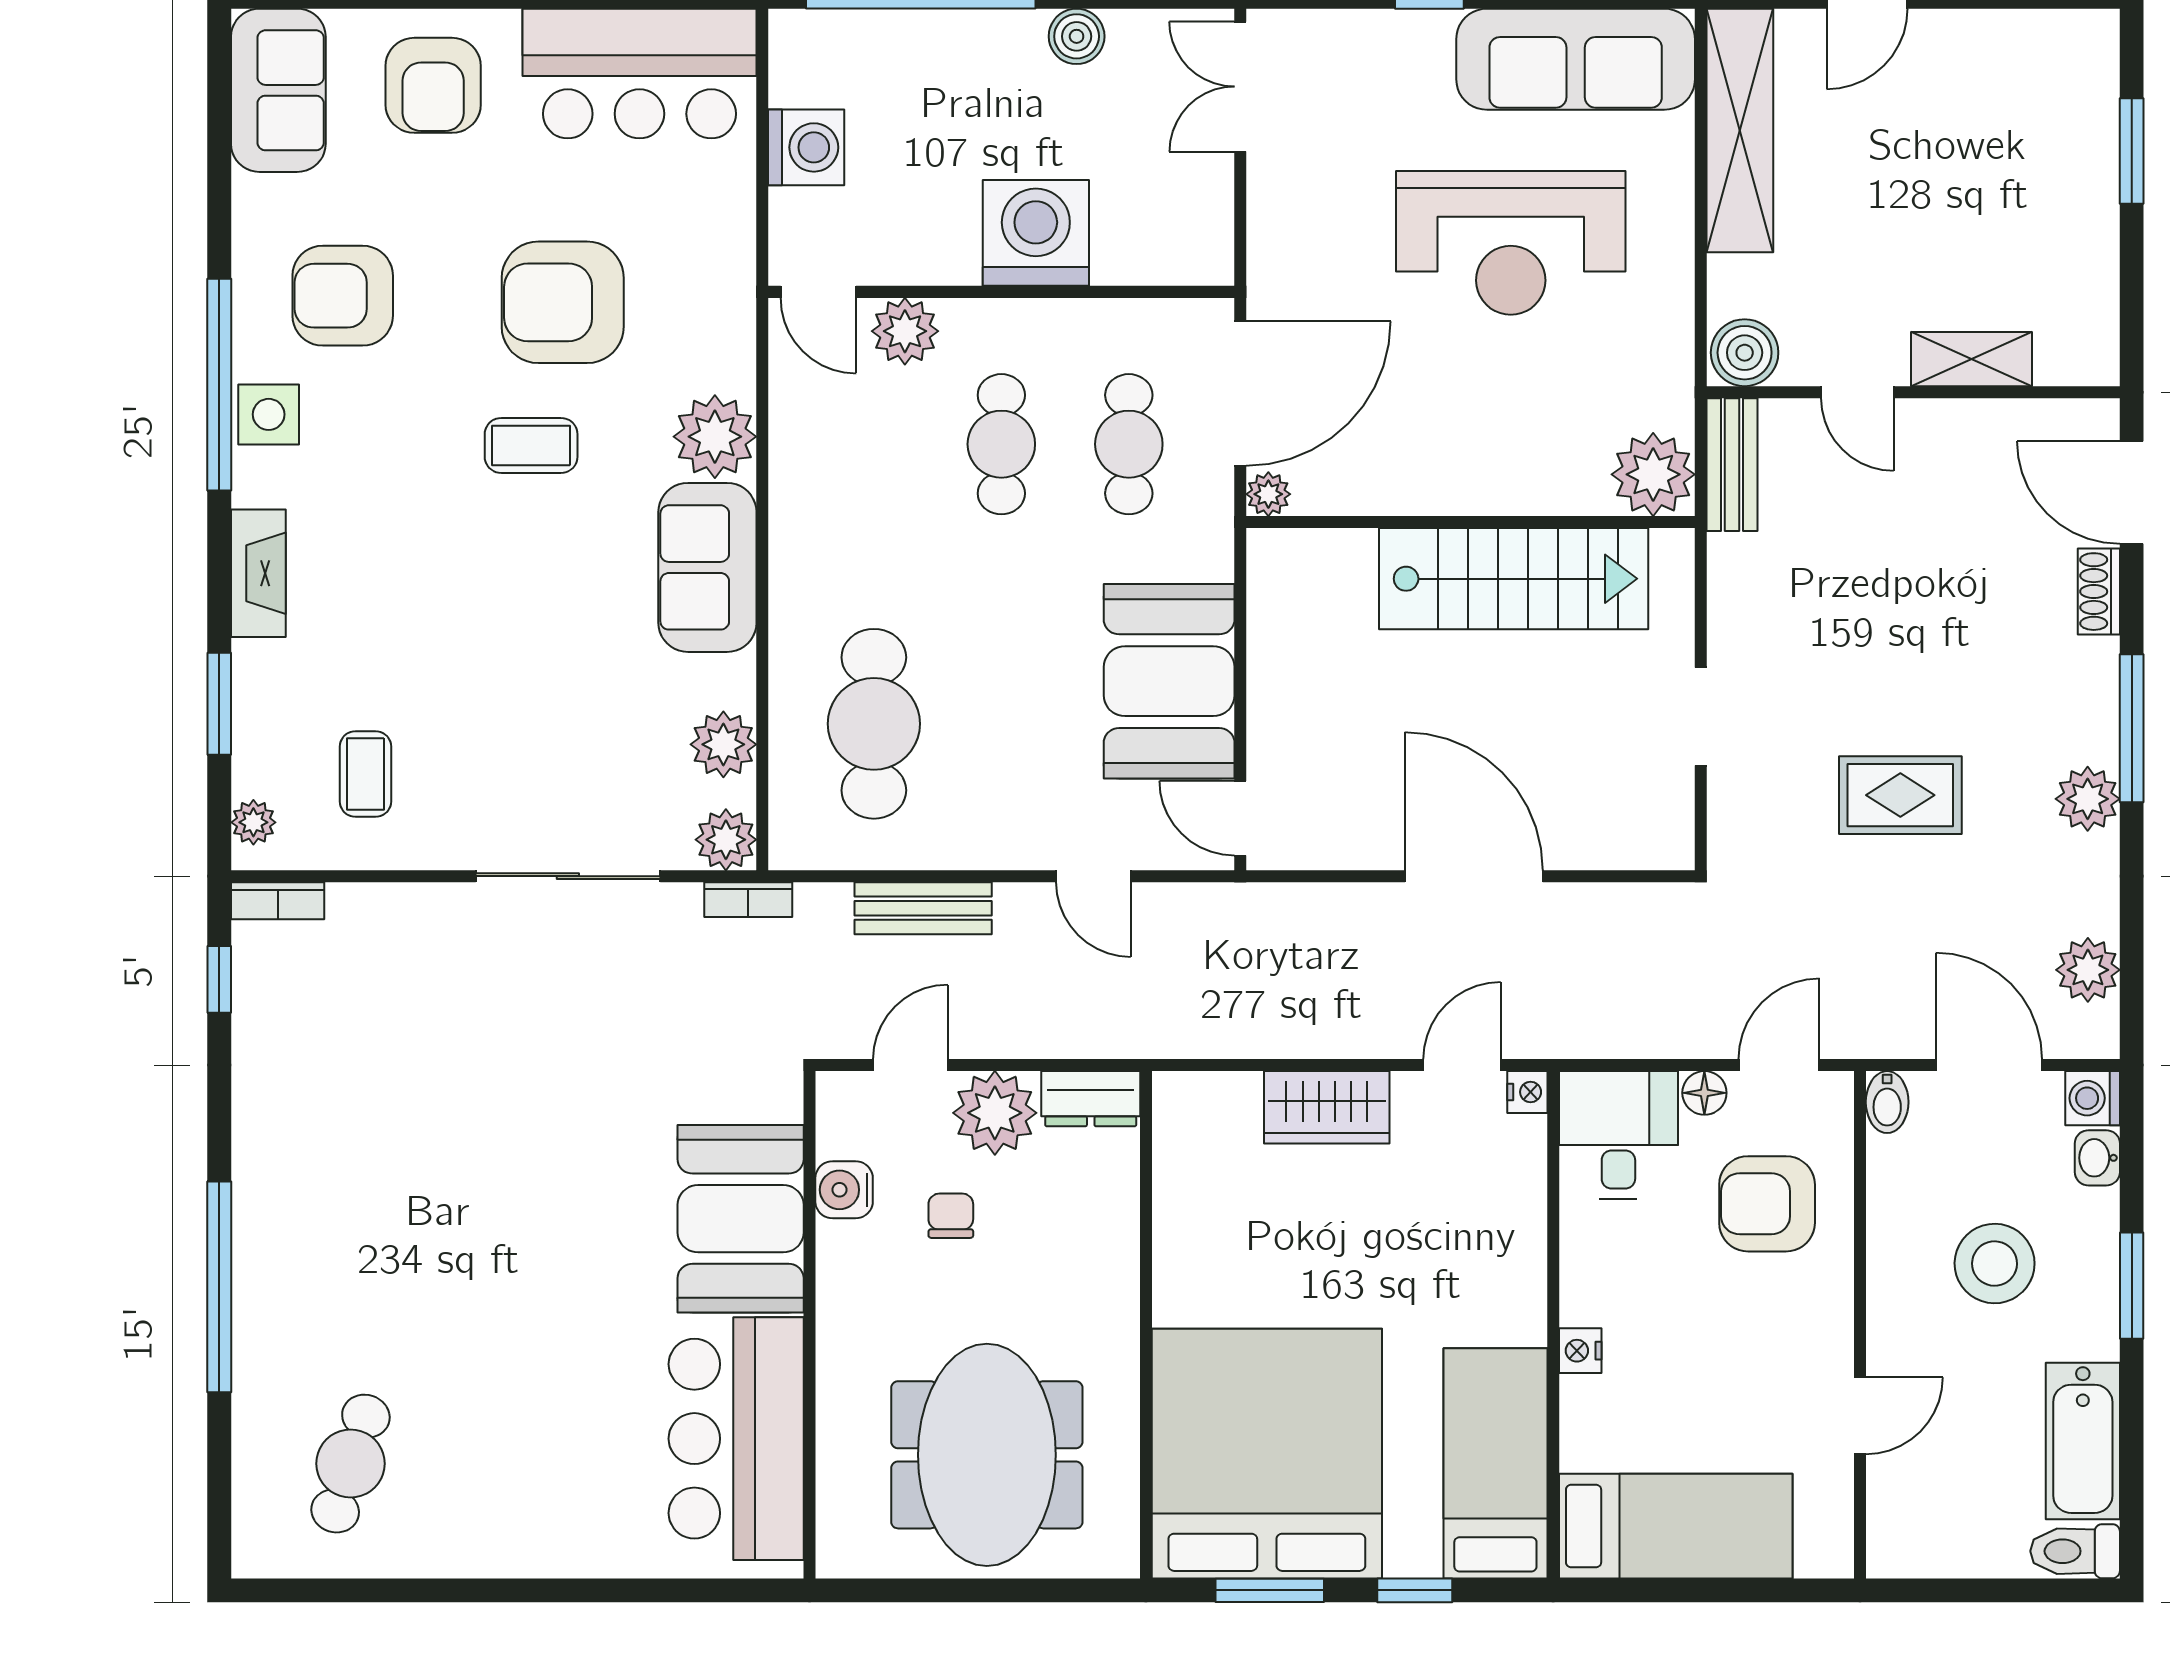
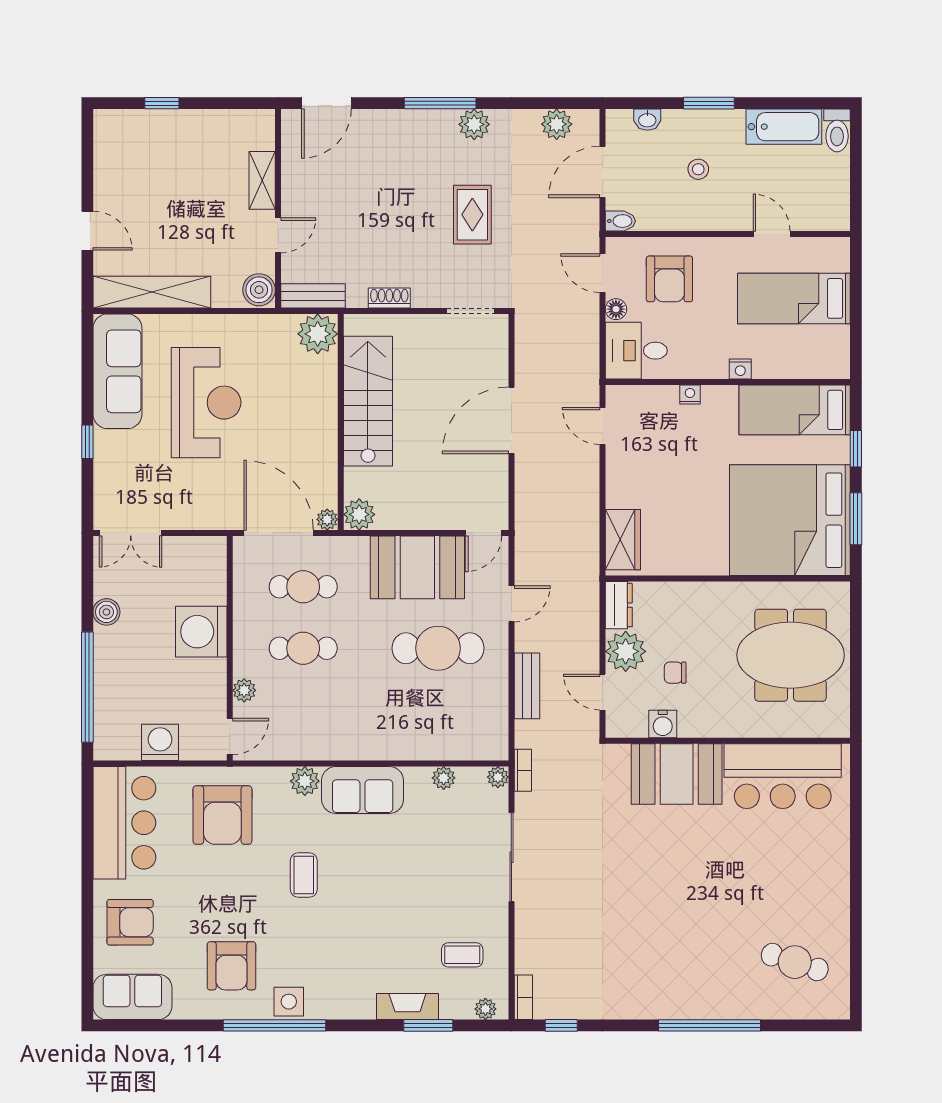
window: (2132, 151) -> (162, 103), width x0.67
armchair: (563, 302) -> (222, 815), moved
plant: (905, 331) -> (244, 690), width x0.73, depth x0.73
plant: (715, 437) -> (305, 781), width x0.73, depth x0.73
plant: (1279, 560) -> (359, 514), added
fireplace: (258, 573) -> (407, 1007), moved
shoe rack: (2099, 592) -> (389, 298), moved, turned 180
doorway: (1701, 717) -> (471, 311), moved
cafe table: (874, 724) -> (438, 648), moved
plant: (723, 744) -> (444, 778), width x0.73, depth x0.73
plant: (726, 840) -> (498, 777), width x0.73, depth x0.73
nightstand: (1527, 1092) -> (690, 395), moved
washing machine: (2093, 1098) -> (619, 122), removed
wardrobe: (1327, 1107) -> (623, 540), moved
stool: (1995, 1264) -> (698, 169), width x0.53, depth x0.53
bed: (1676, 1526) -> (794, 298), moved, turned -90

